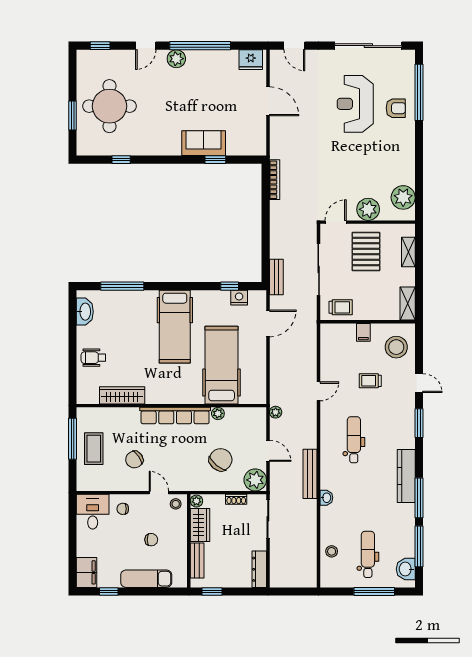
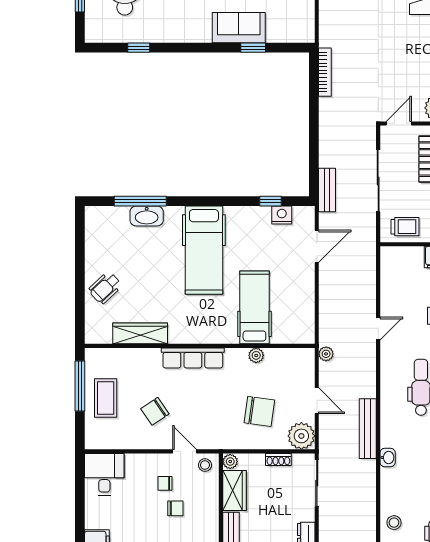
washbasin: (85, 312) -> (147, 216), moved, turned 90
wheelchair: (93, 358) -> (105, 288), turned -43
hospital bed: (222, 365) -> (254, 307), width x0.73, depth x0.78
row of seats: (175, 416) -> (193, 358), width x0.73
chair: (221, 460) -> (259, 411), turned 58
chair: (123, 509) -> (165, 483), moved

